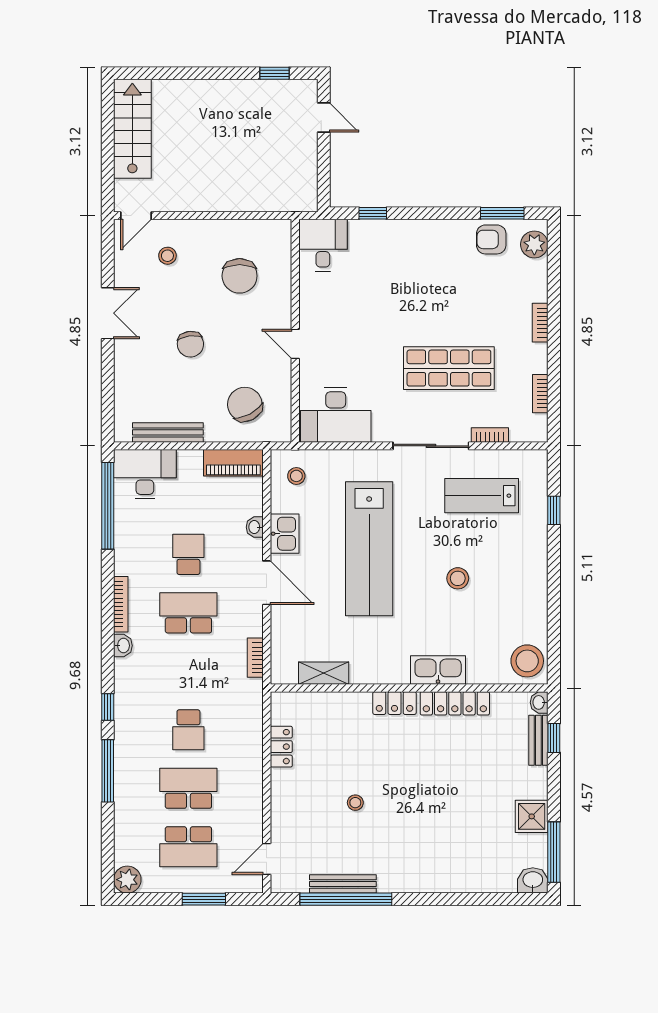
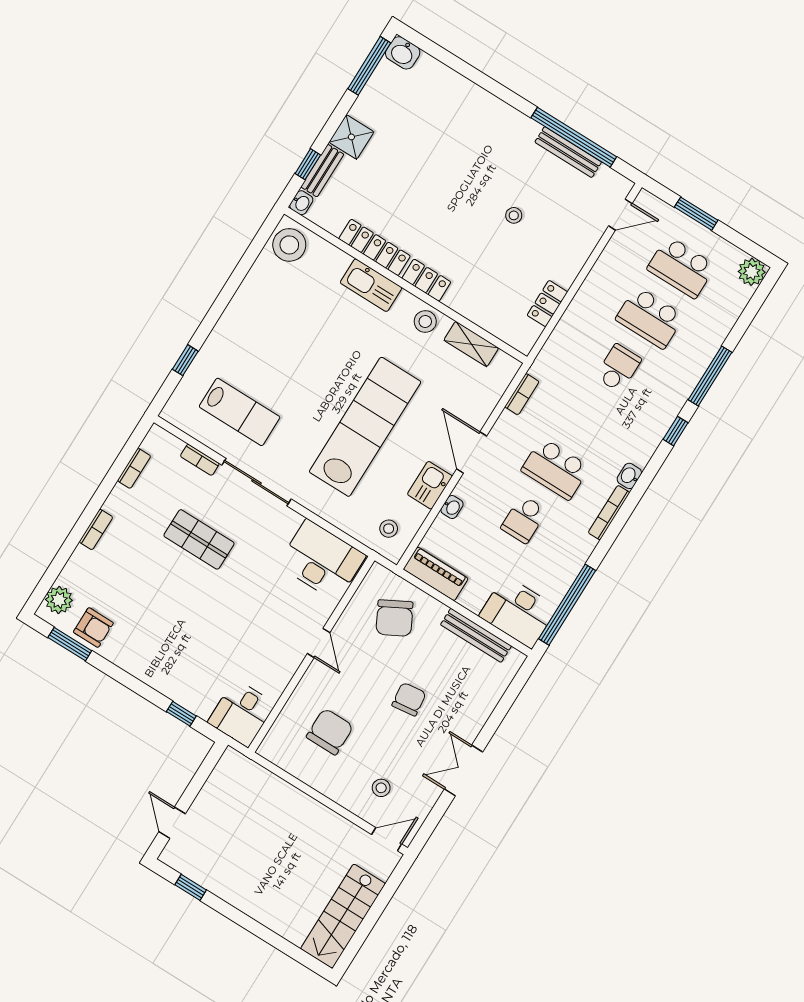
shop shelf: (449, 368) -> (199, 539), width x0.70, depth x0.74
stool: (458, 578) -> (425, 321), moved
shower: (532, 816) -> (351, 137), moved
school desk: (188, 847) -> (681, 267), turned 180

